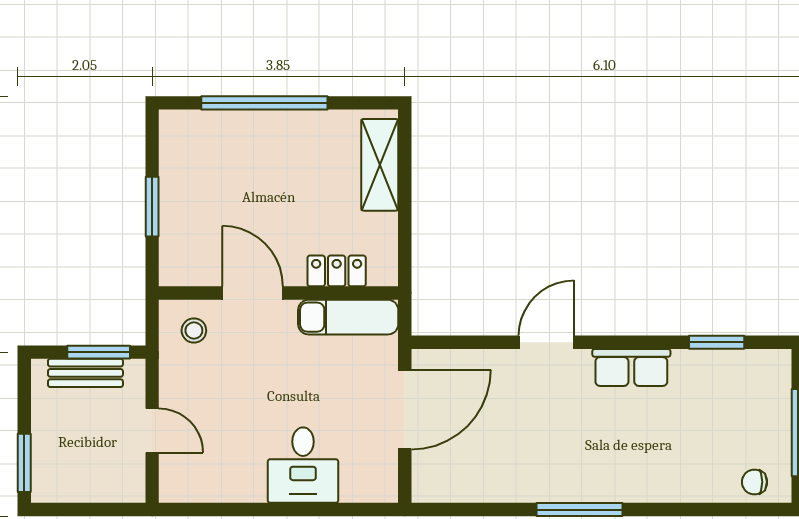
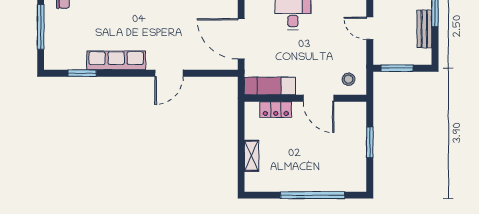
shelving: (380, 165) -> (251, 156), width x0.67, depth x0.75
row of seats: (631, 367) -> (116, 60), width x1.48
bench: (85, 373) -> (424, 29), moved, turned 90
door: (405, 410) -> (241, 39), hinge flipped

